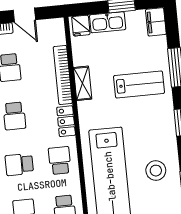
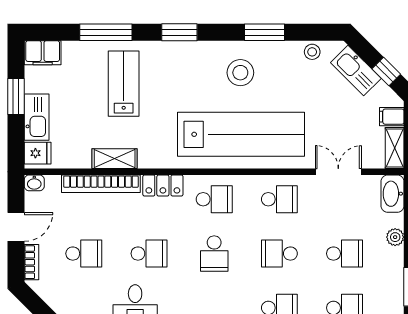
washbasin: (58, 25) -> (34, 183), added
school desk: (60, 160) -> (214, 199), turned 180

